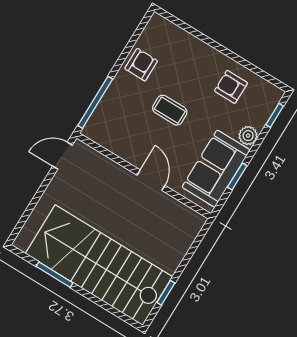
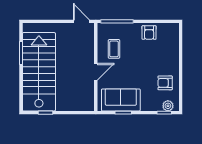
armchair: (141, 65) -> (149, 33), turned 90
armchair: (231, 87) -> (165, 83), turned -90
coffee table: (170, 110) -> (114, 49), moved
plant: (248, 136) -> (168, 106), moved

